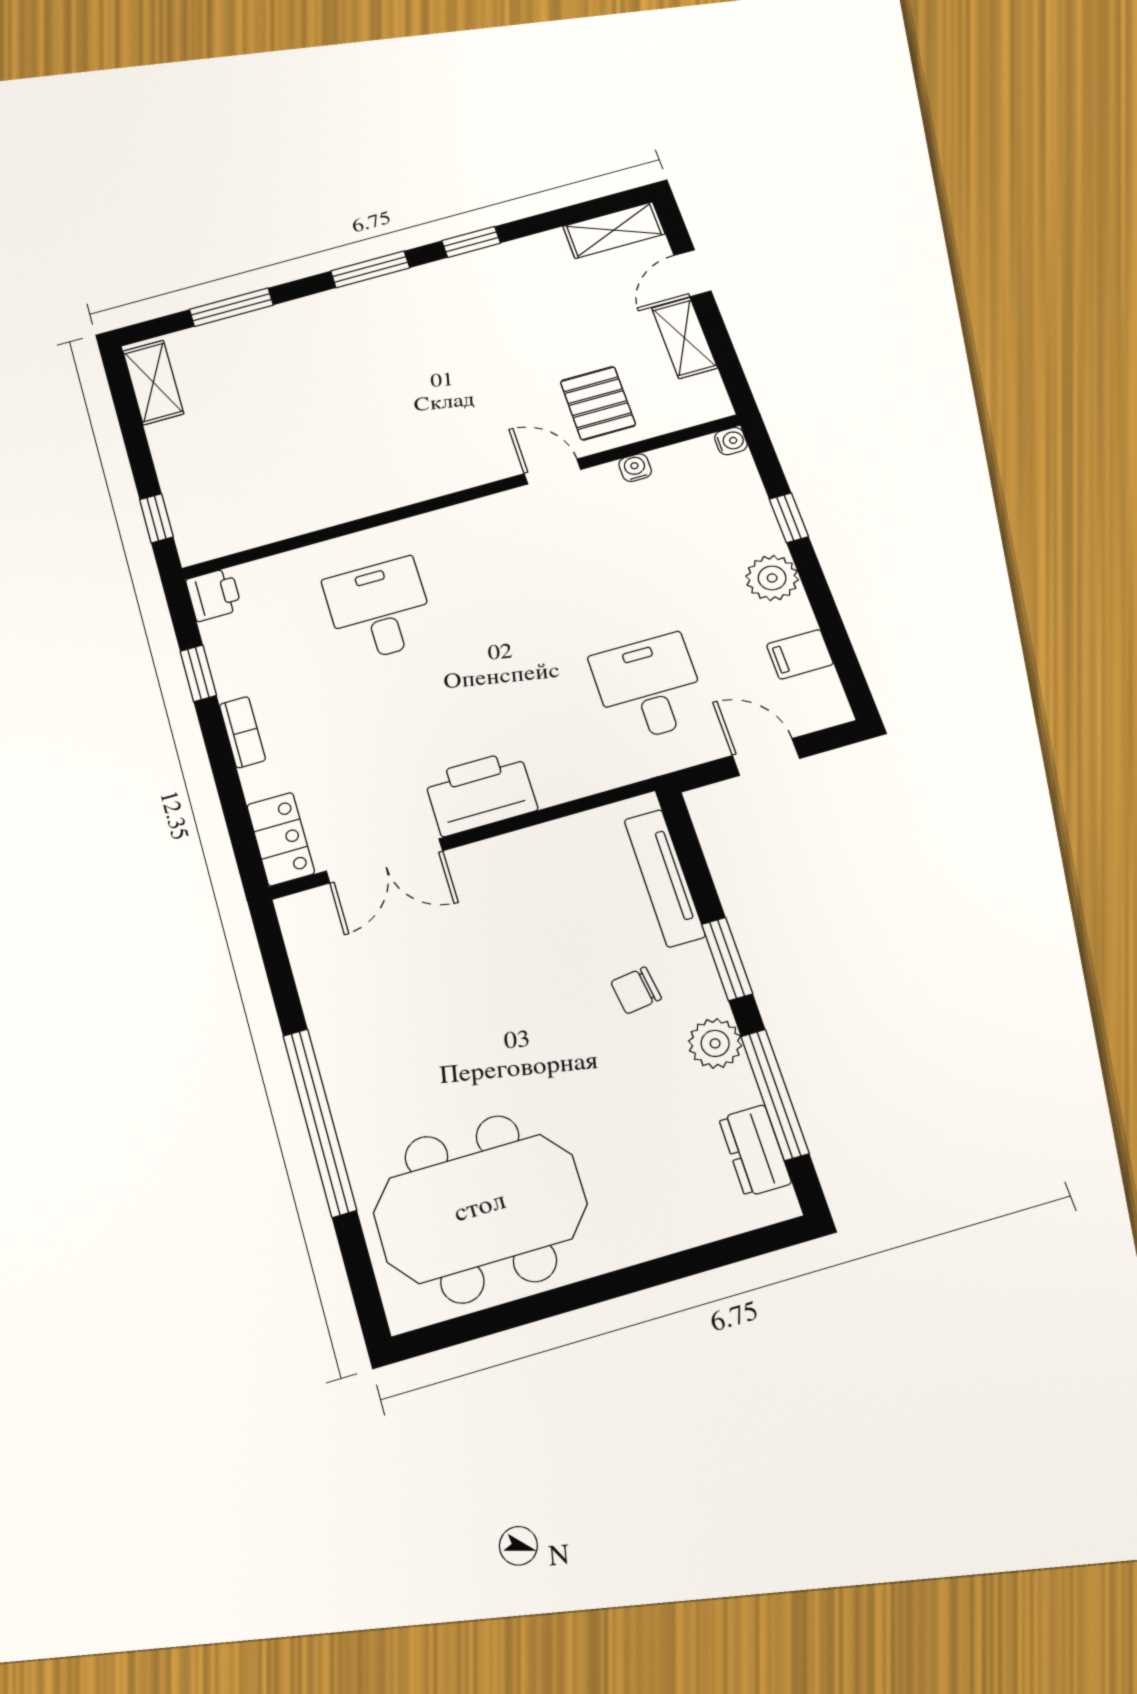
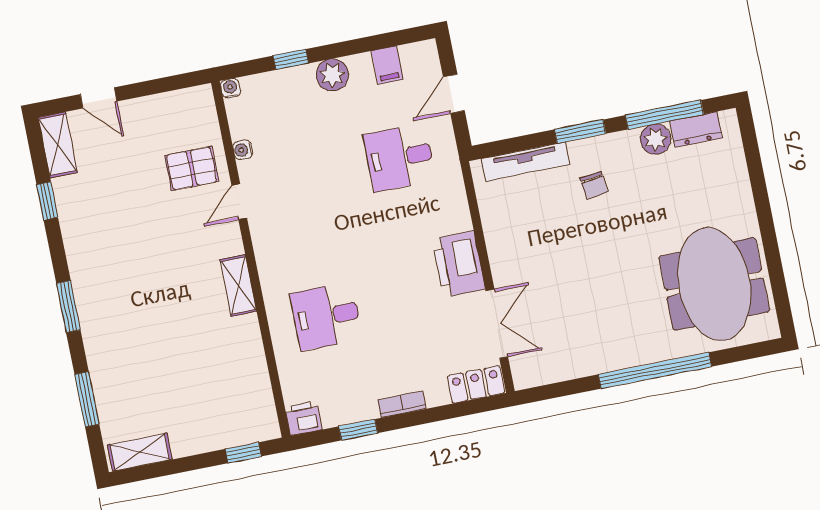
window: (471, 242) -> (47, 201), moved
shelving: (684, 338) -> (238, 286), moved, turned 90
plant: (715, 1043) -> (656, 139), moved

